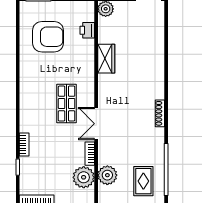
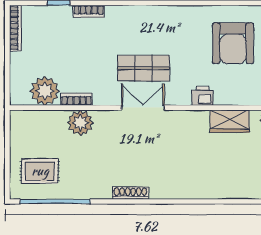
printer: (87, 30) -> (203, 96), moved
wardrobe: (106, 59) -> (230, 121), moved
double door: (96, 124) -> (143, 108), moved
plant: (107, 175) -> (80, 123), moved

